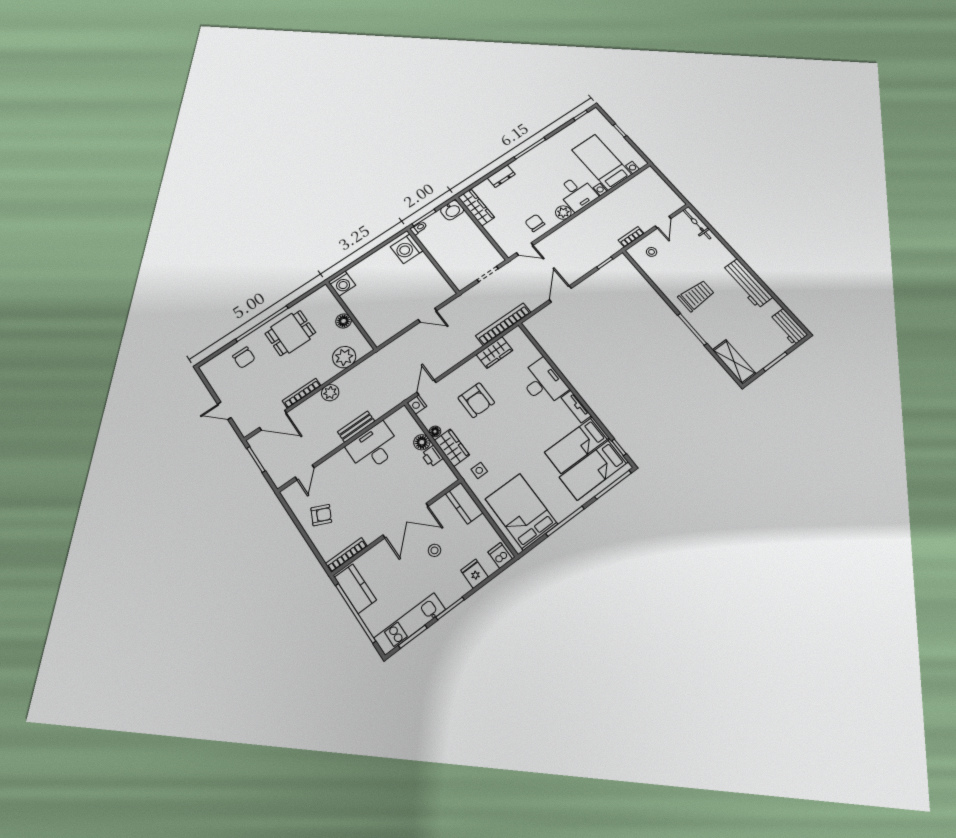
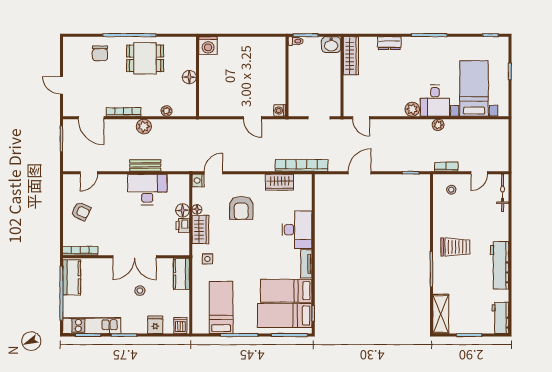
plant: (596, 210) -> (438, 125), added
chair: (535, 223) -> (385, 102), removed
washing machine: (407, 249) -> (280, 110), moved, width x0.53, depth x0.53
plant: (344, 357) -> (167, 111), width x0.53, depth x0.53
bed: (521, 512) -> (221, 307), width x0.67

